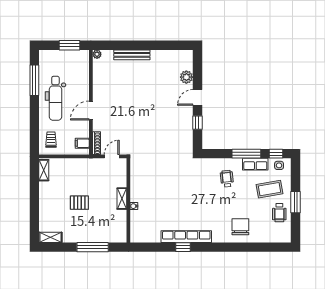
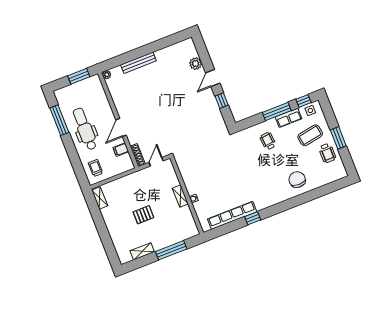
dental chair: (55, 98) -> (85, 129), turned 180
filing cabinet: (82, 143) -> (121, 150), moved
shelving: (50, 237) -> (142, 251), moved
row of seats: (186, 237) -> (232, 215), moved

